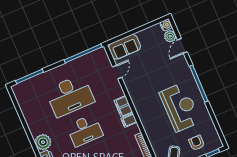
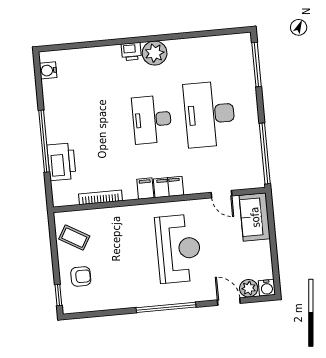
reception desk: (180, 107) -> (178, 249), moved, turned -90

